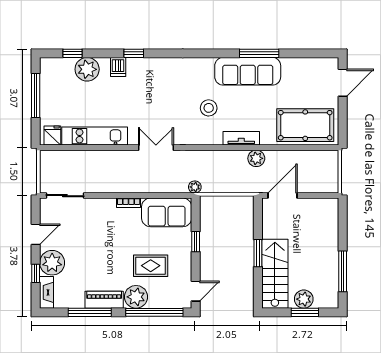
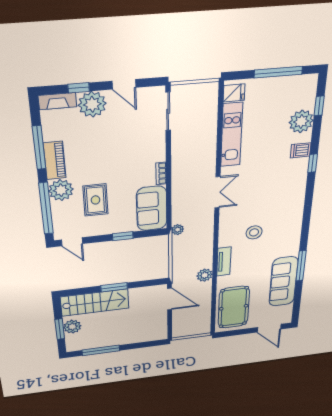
sofa: (248, 71) -> (283, 282), moved

